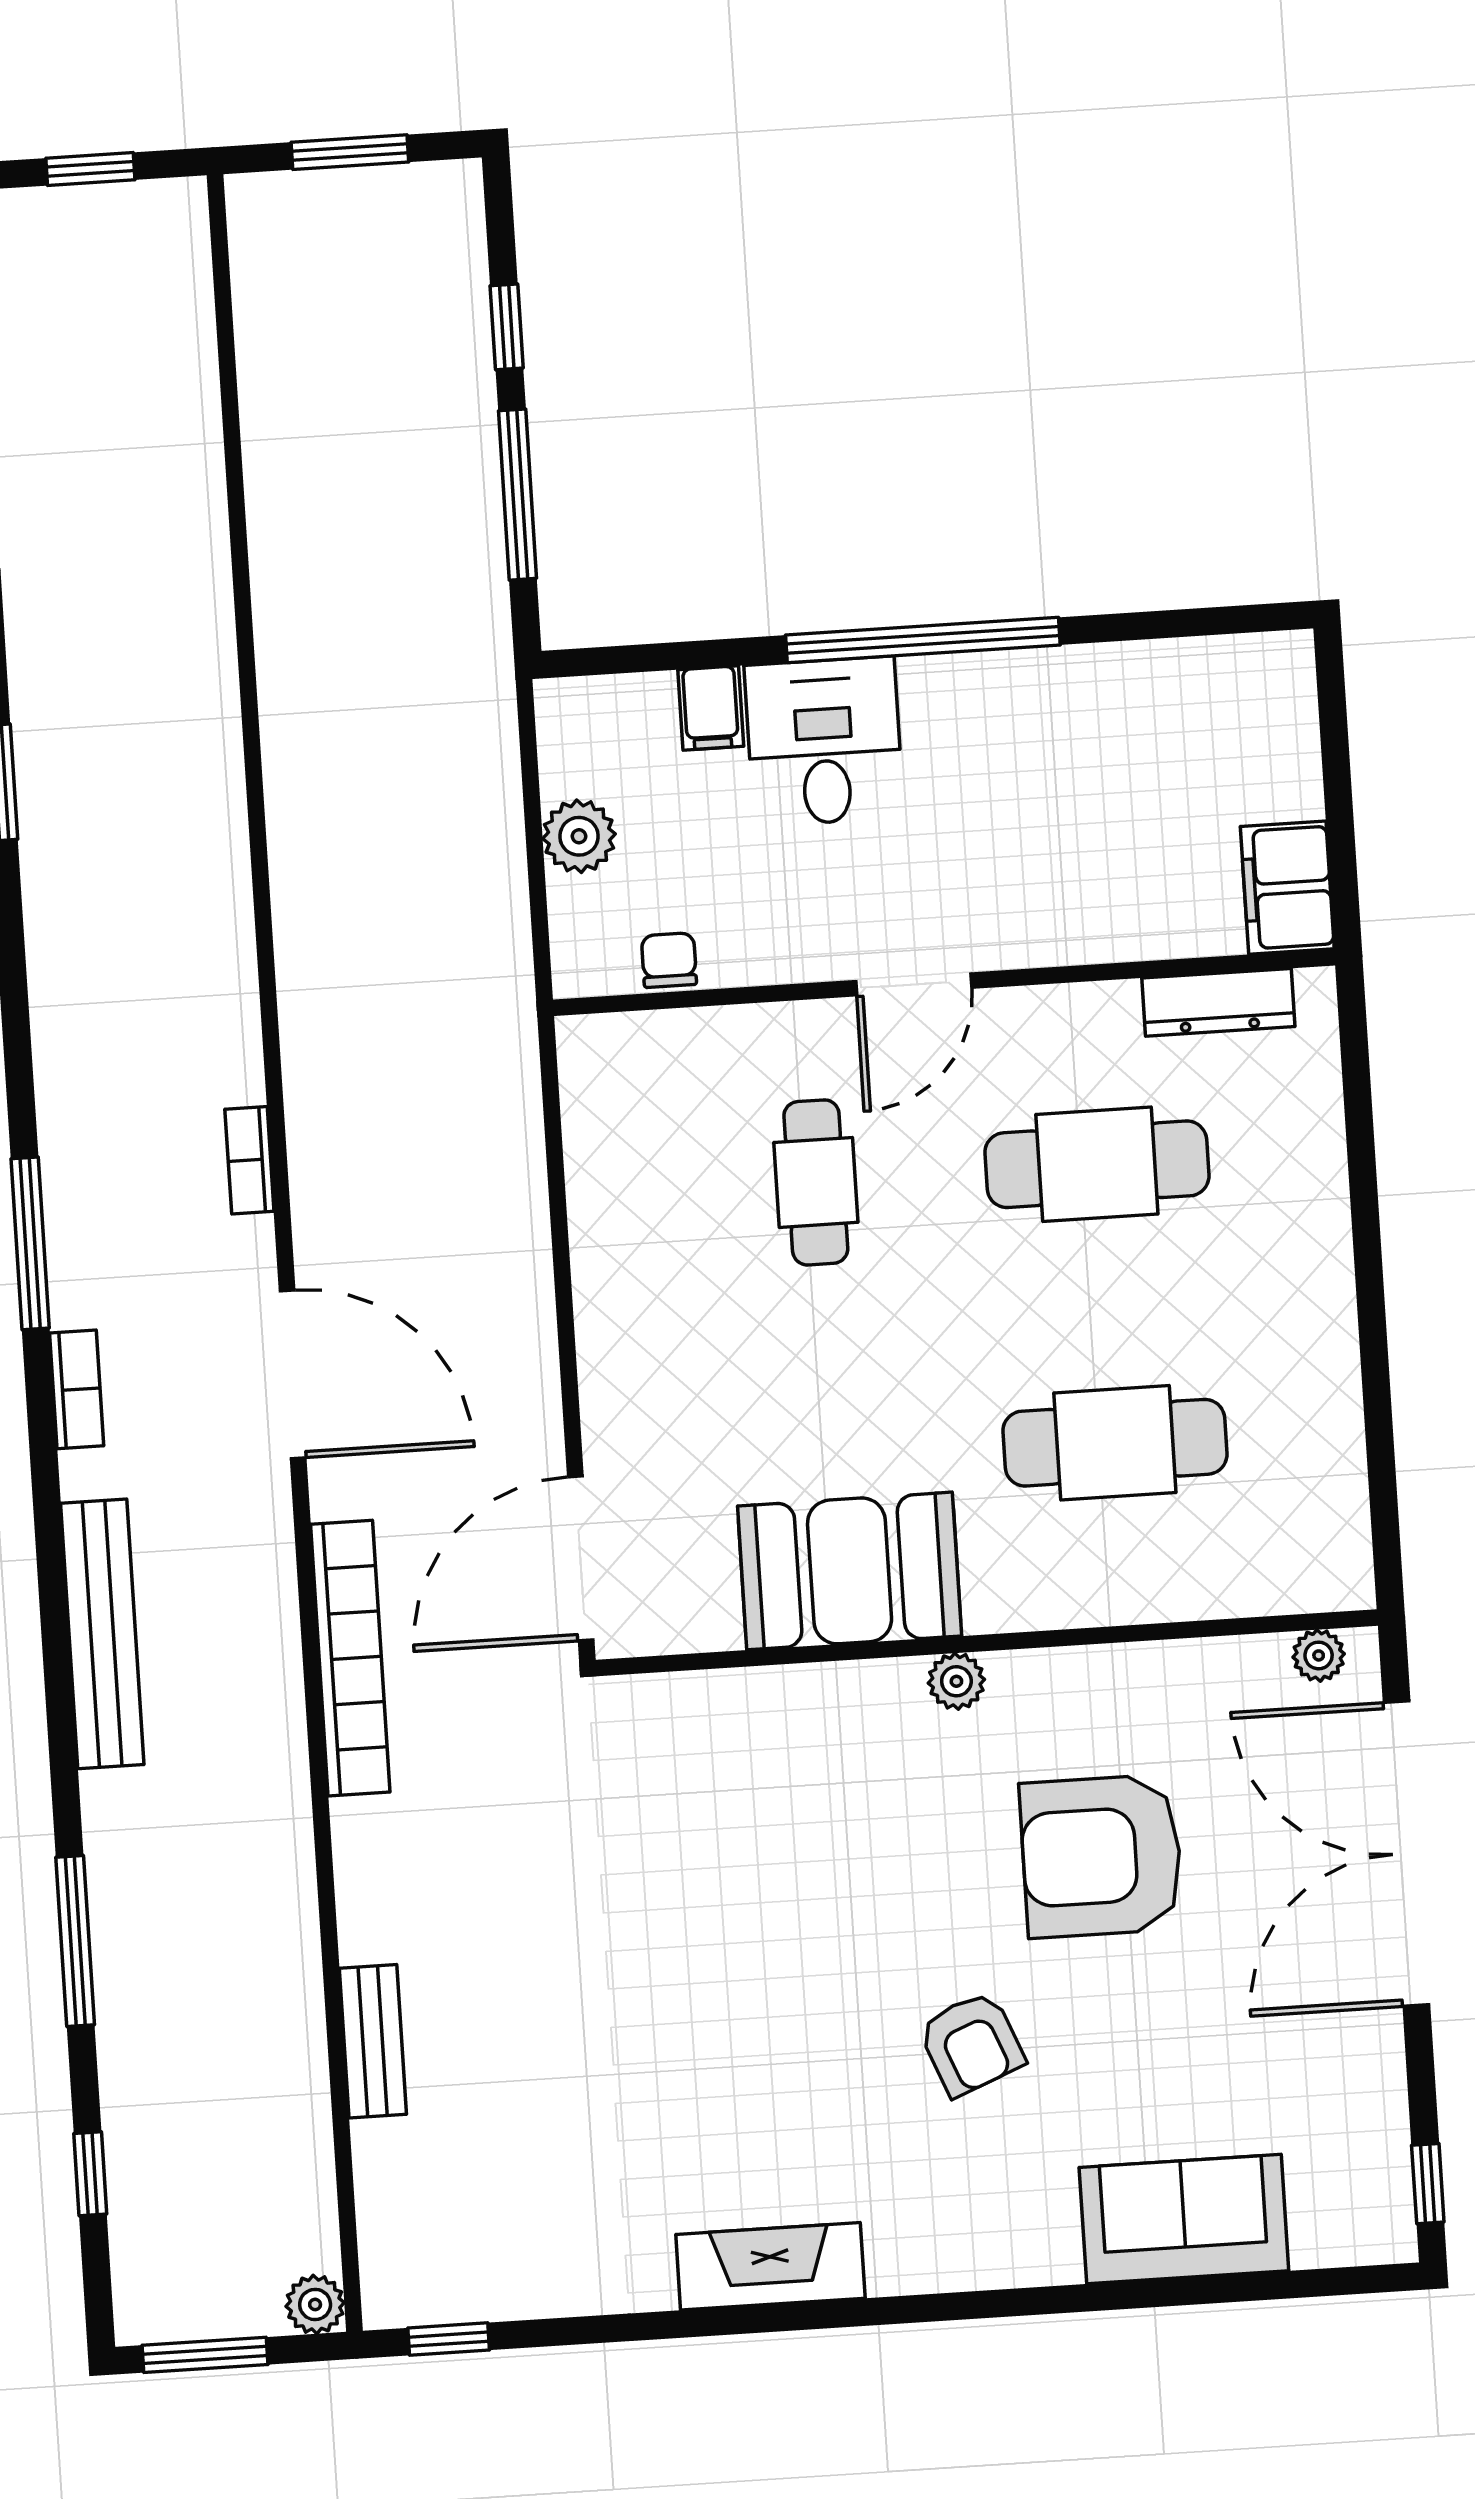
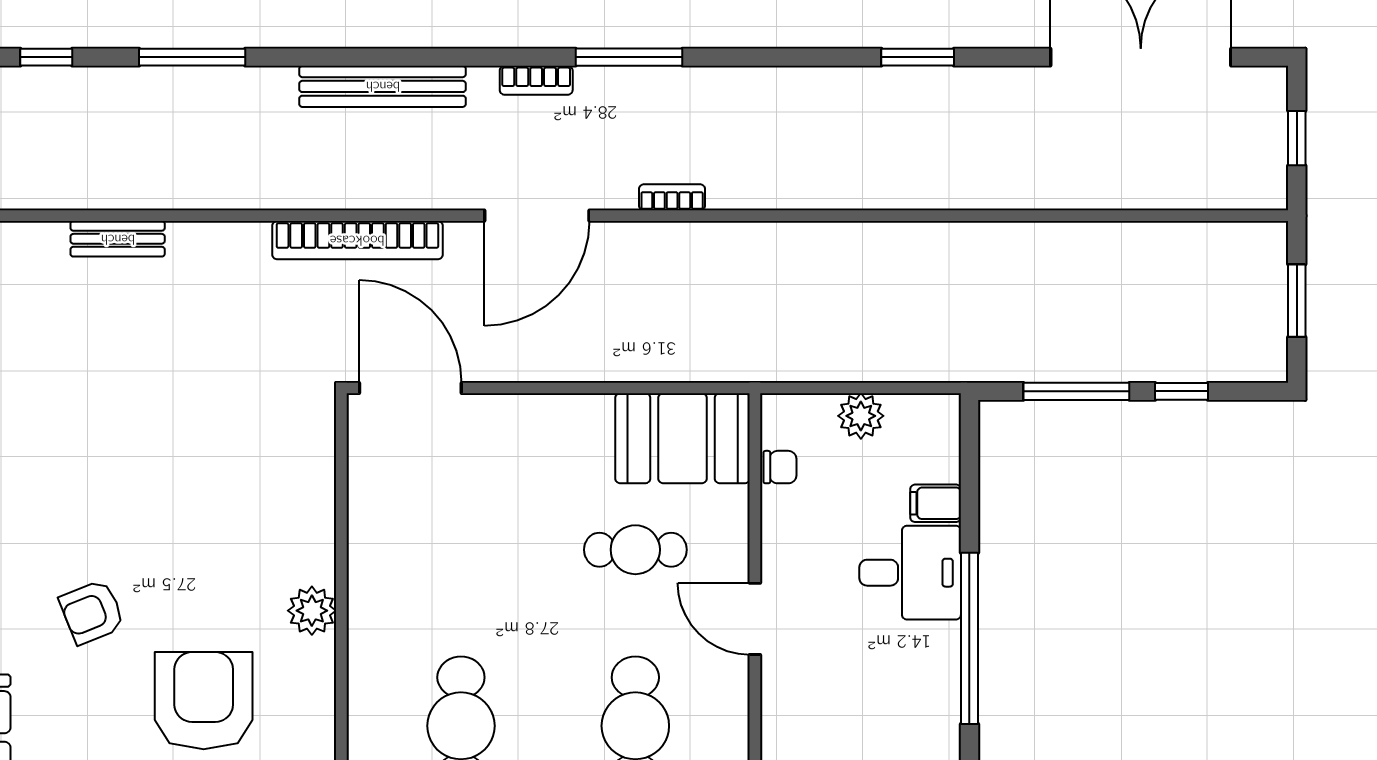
booth: (850, 1571) -> (683, 438), moved, turned 90
plant: (956, 1681) -> (312, 611), width x1.38, depth x1.38

